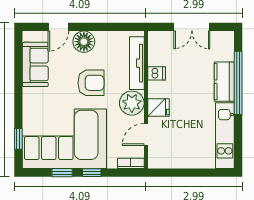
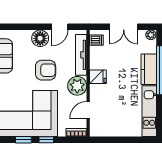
door: (58, 27) -> (60, 27), moved
plant: (227, 37) -> (151, 35), added
dishwasher: (157, 73) -> (96, 40), moved
fridge: (158, 107) -> (98, 77), moved

